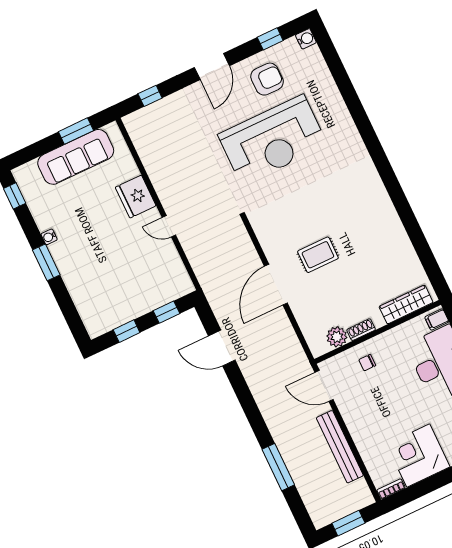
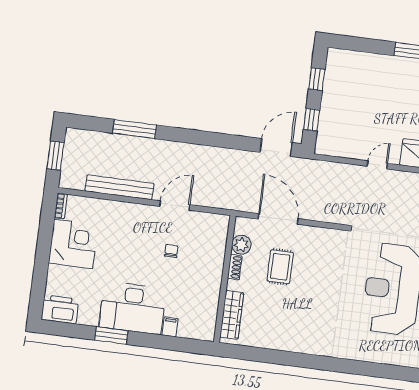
wardrobe: (406, 304) -> (232, 315), moved
shoe rack: (361, 330) -> (235, 267), moved
wall: (378, 332) -> (225, 279), moved
plant: (337, 337) -> (241, 245), moved
door: (222, 348) -> (276, 147), moved

